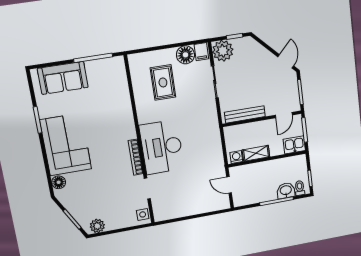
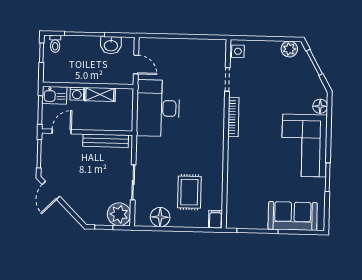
filing cabinet: (201, 52) -> (215, 219), moved
desk: (162, 147) -> (158, 108), moved, turned 180
washing machine: (236, 157) -> (77, 94), moved
washbasin: (286, 191) -> (111, 45), moved

